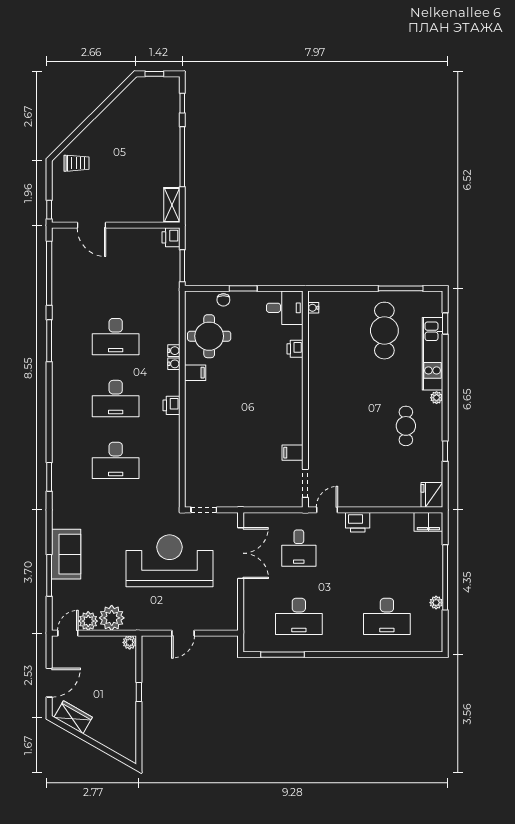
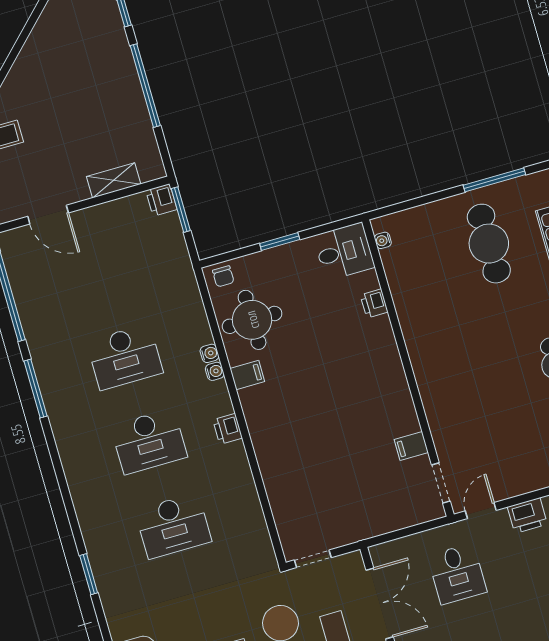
shelving: (172, 205) -> (114, 180), moved, turned 90
window: (182, 266) -> (181, 210), moved
chair: (223, 300) -> (223, 276), moved

